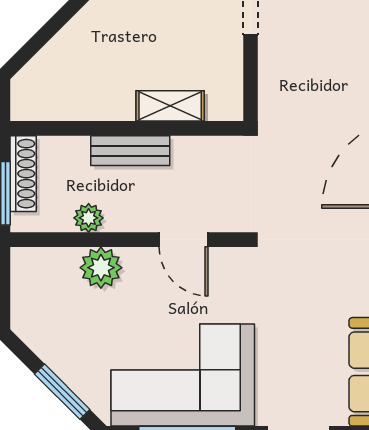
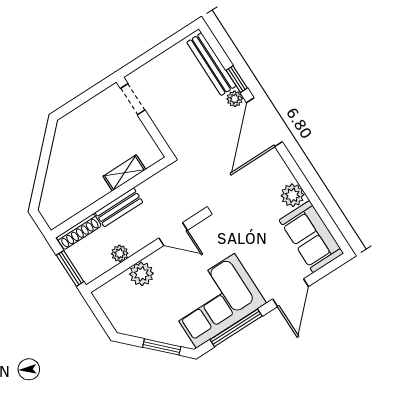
shoe rack: (23, 174) -> (79, 232), moved, turned 90

